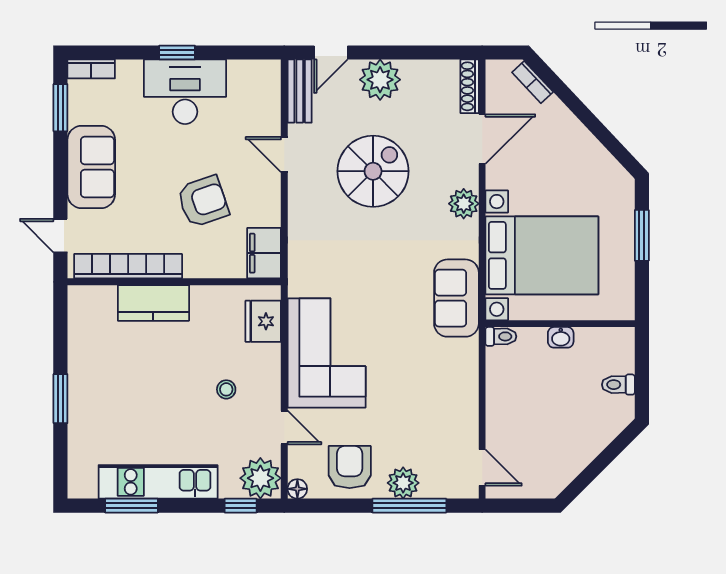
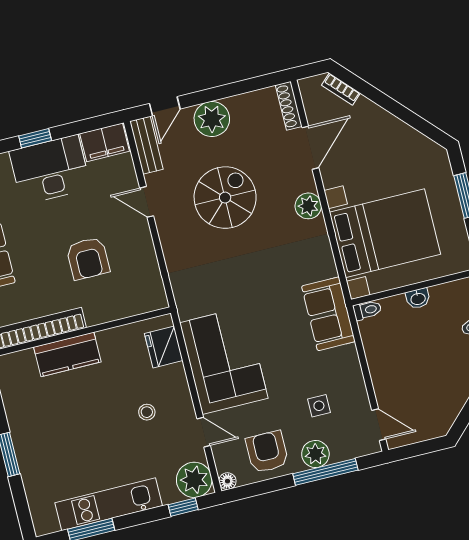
armchair: (203, 201) -> (88, 258), turned 109
filing cabinet: (264, 253) -> (105, 142), moved, turned -90
sofa: (456, 298) -> (328, 314), moved
side table: (420, 430) -> (319, 406), added

